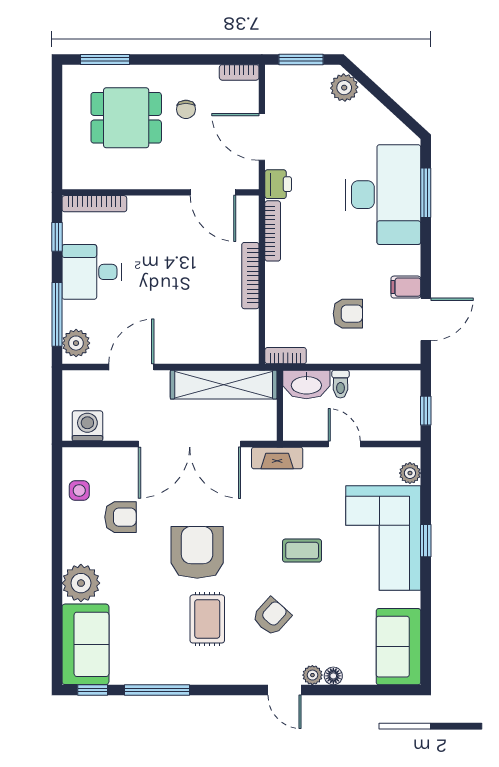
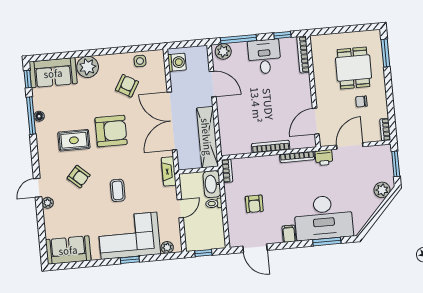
filing cabinet: (406, 287) -> (289, 234), moved
armchair: (121, 517) -> (127, 86), turned -150
floor lamp: (333, 676) -> (39, 116), moved

